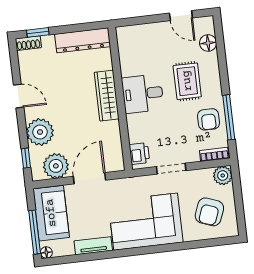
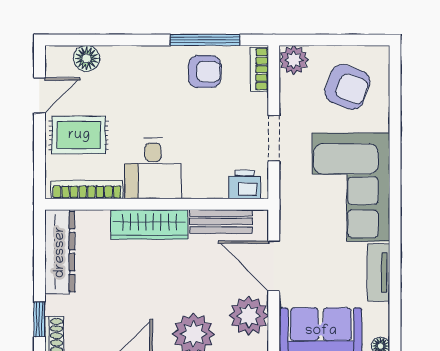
bookcase: (124, 53) -> (87, 190), added
rug: (187, 81) -> (79, 135), moved
bench: (114, 141) -> (221, 222), added

